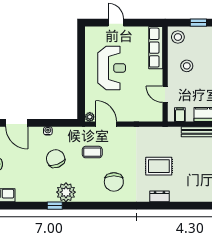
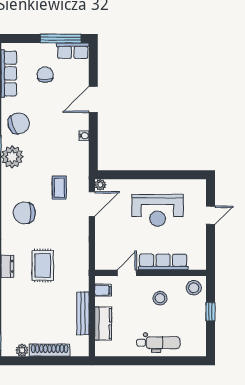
row of seats: (156, 48) -> (163, 262), moved
chair: (56, 159) -> (19, 123), moved

